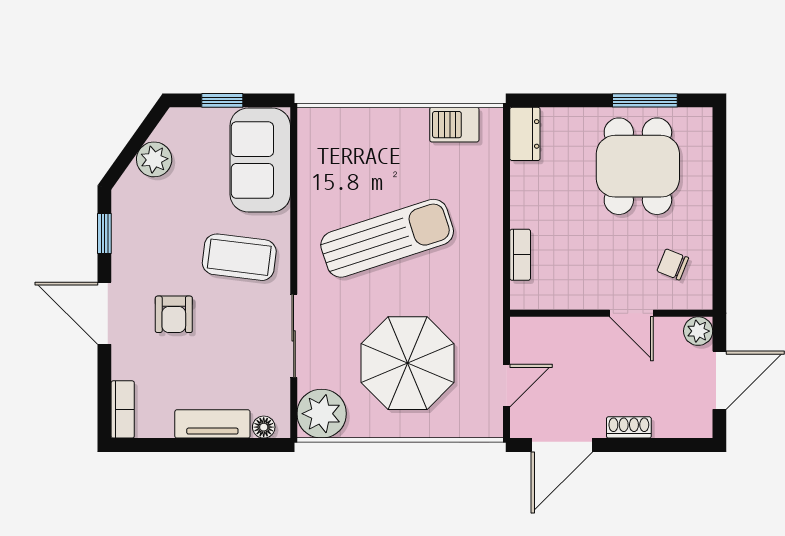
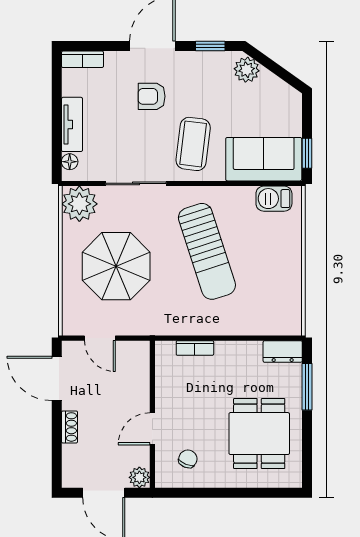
window: (222, 100) -> (307, 153), moved
window: (645, 100) -> (307, 387), moved
barbecue: (454, 125) -> (274, 199), moved, turned -90
plant: (154, 159) -> (247, 70), moved
dining table: (638, 166) -> (259, 434), turned 90

